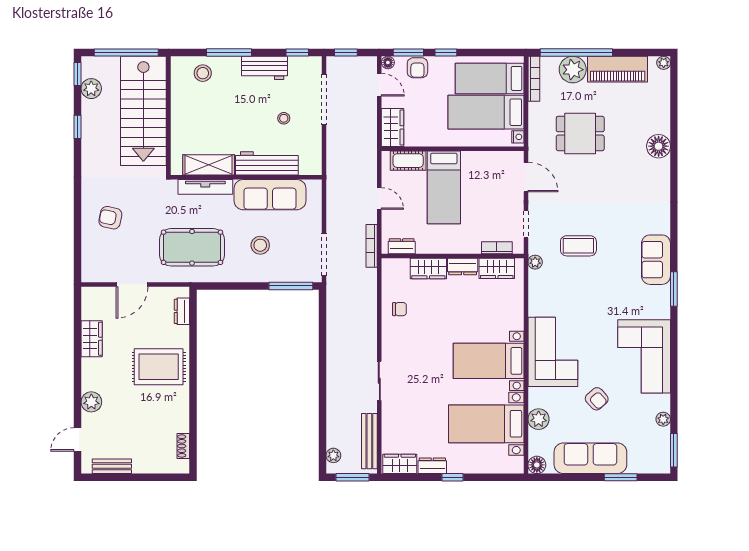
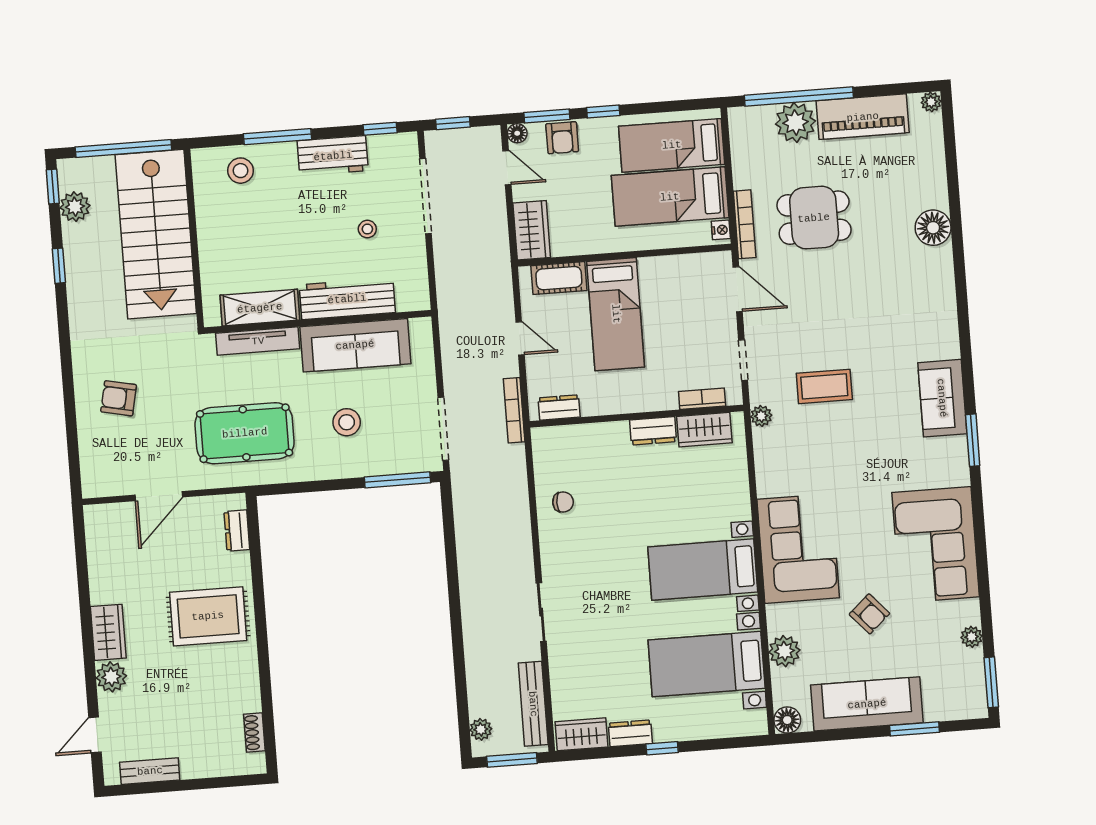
bookcase: (534, 79) -> (745, 224), moved
wardrobe: (428, 269) -> (602, 438), removed
wardrobe: (92, 339) -> (108, 632), moved

